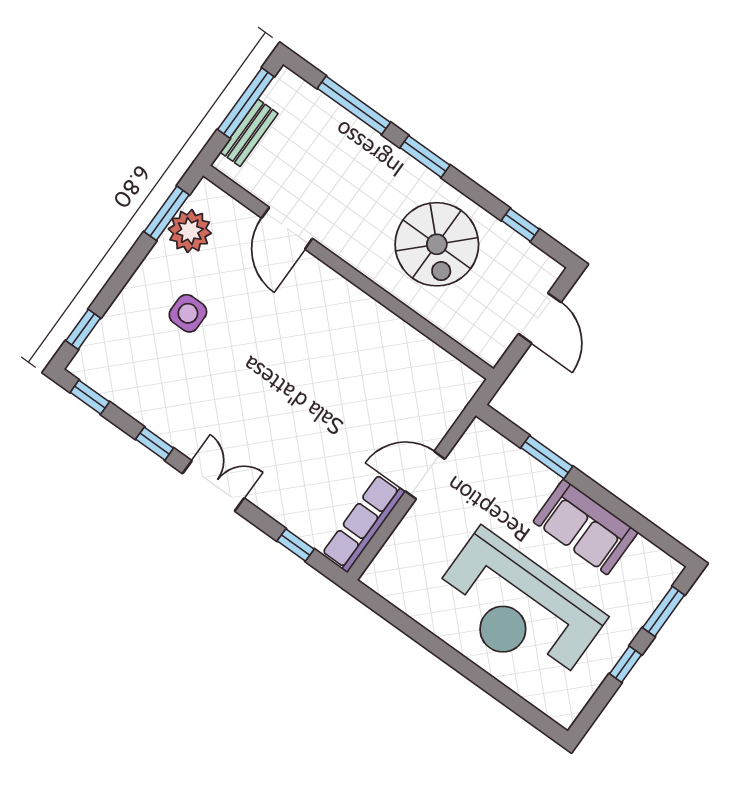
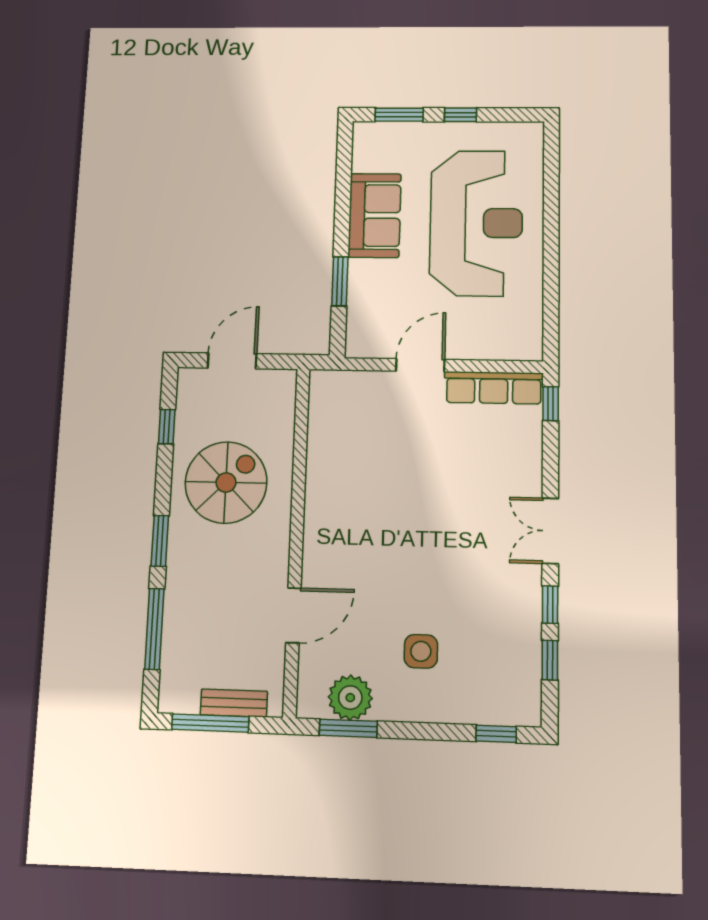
window: (90, 397) -> (550, 660), moved
door: (425, 475) -> (420, 365), swing flipped
window: (296, 545) -> (551, 404), moved

